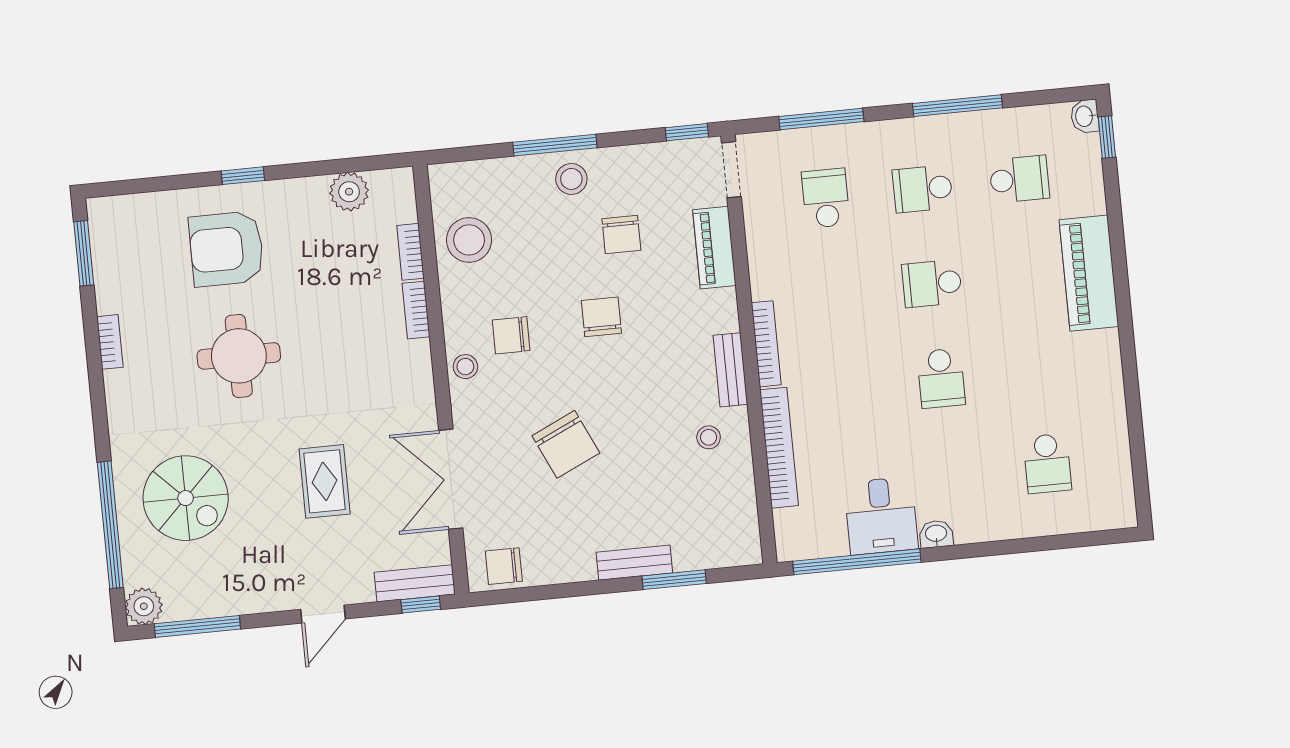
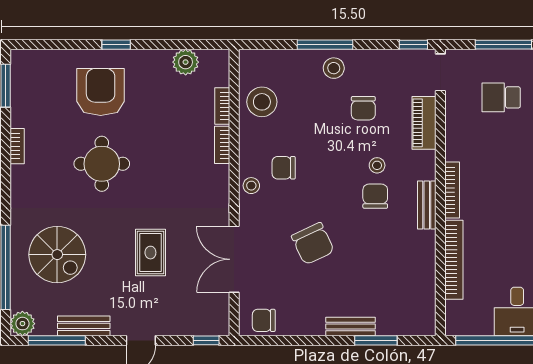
school desk: (826, 198) -> (501, 97), turned -90
armchair: (227, 249) -> (101, 92), turned 90
chair: (601, 317) -> (375, 196), moved
stool: (709, 437) -> (377, 165), moved
bench: (415, 583) -> (84, 326), moved

